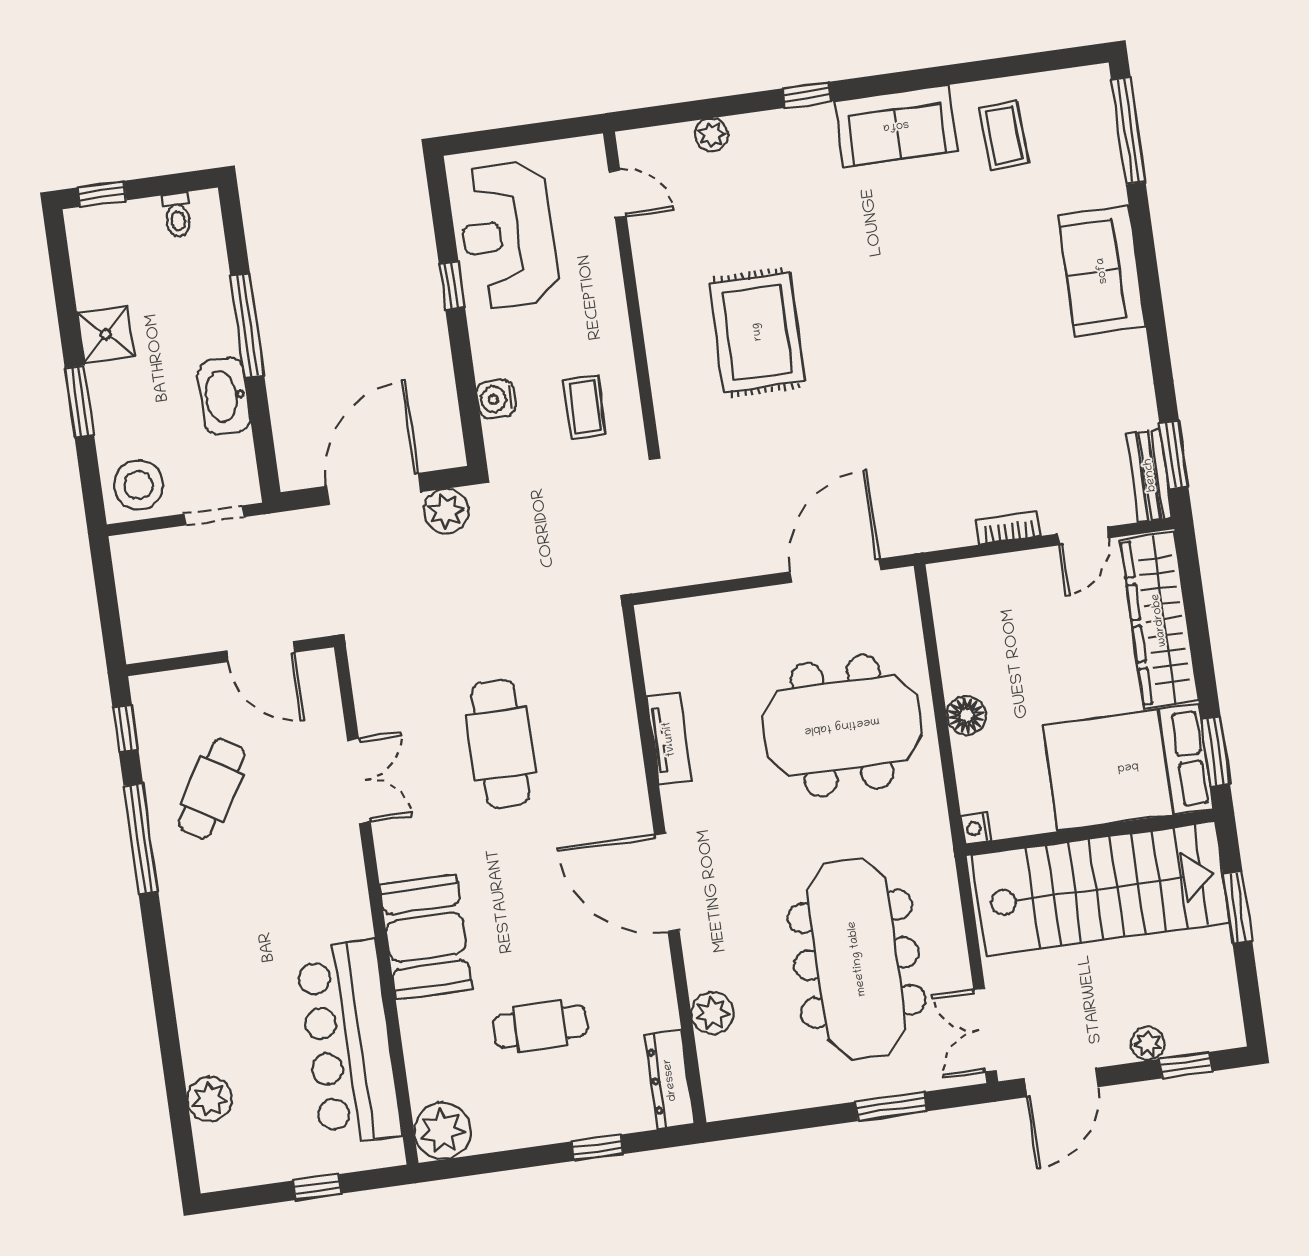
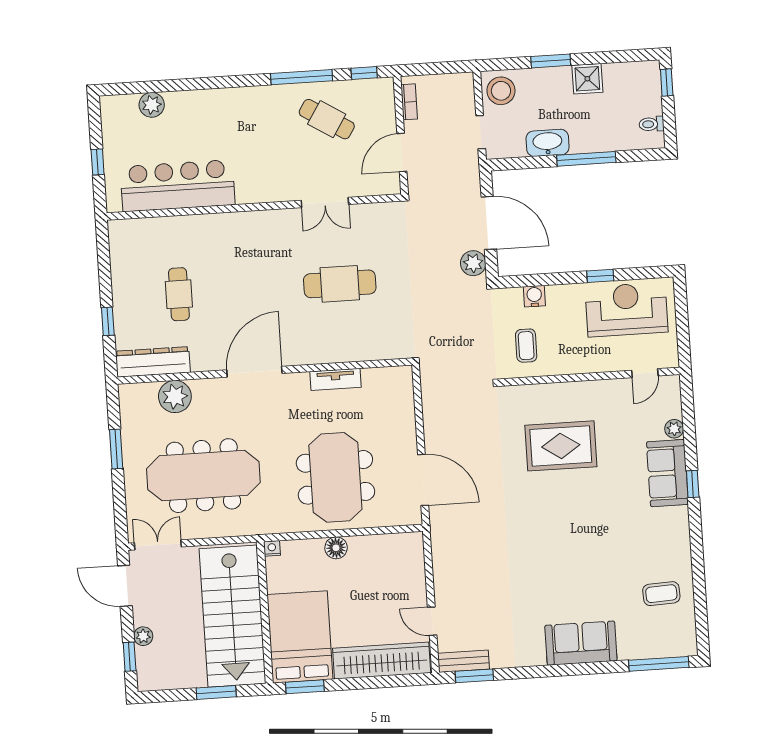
sofa: (896, 126) -> (667, 473), moved
coffee table: (585, 407) -> (526, 346), turned 90
bookcase: (1009, 528) -> (409, 102), moved
booth: (426, 937) -> (234, 234), removed
plant: (712, 1013) -> (175, 396), width x1.36, depth x1.36
dresser: (670, 1080) -> (153, 362), width x1.37, depth x1.24
window: (891, 1106) -> (116, 449), moved
plant: (443, 1131) -> (124, 235), removed

